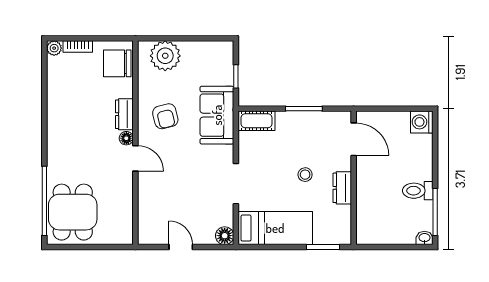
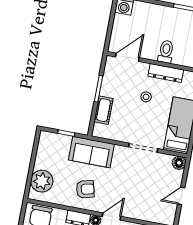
cot: (257, 121) -> (104, 110), moved
dresser: (342, 188) -> (166, 73), width x1.44
toilet: (418, 191) -> (166, 52), moved, turned 180

